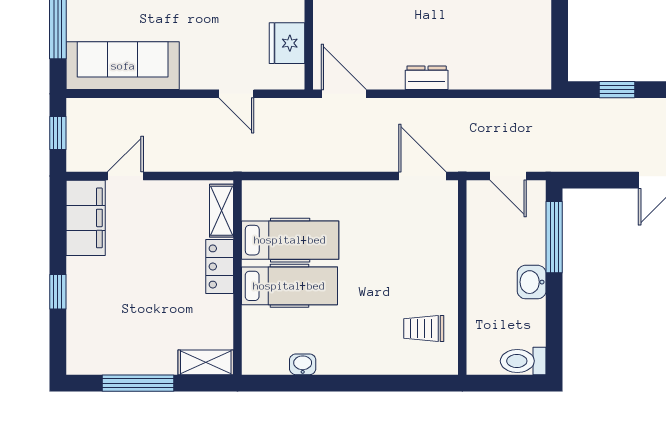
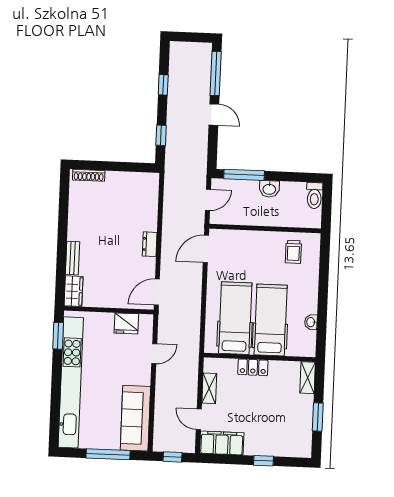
shelving: (221, 211) -> (209, 388), moved, turned 90
hospital bed: (290, 240) -> (235, 318), width x1.37, depth x1.29
hospital bed: (289, 286) -> (271, 320), width x1.37, depth x1.29
window: (138, 383) -> (318, 417), width x0.69

